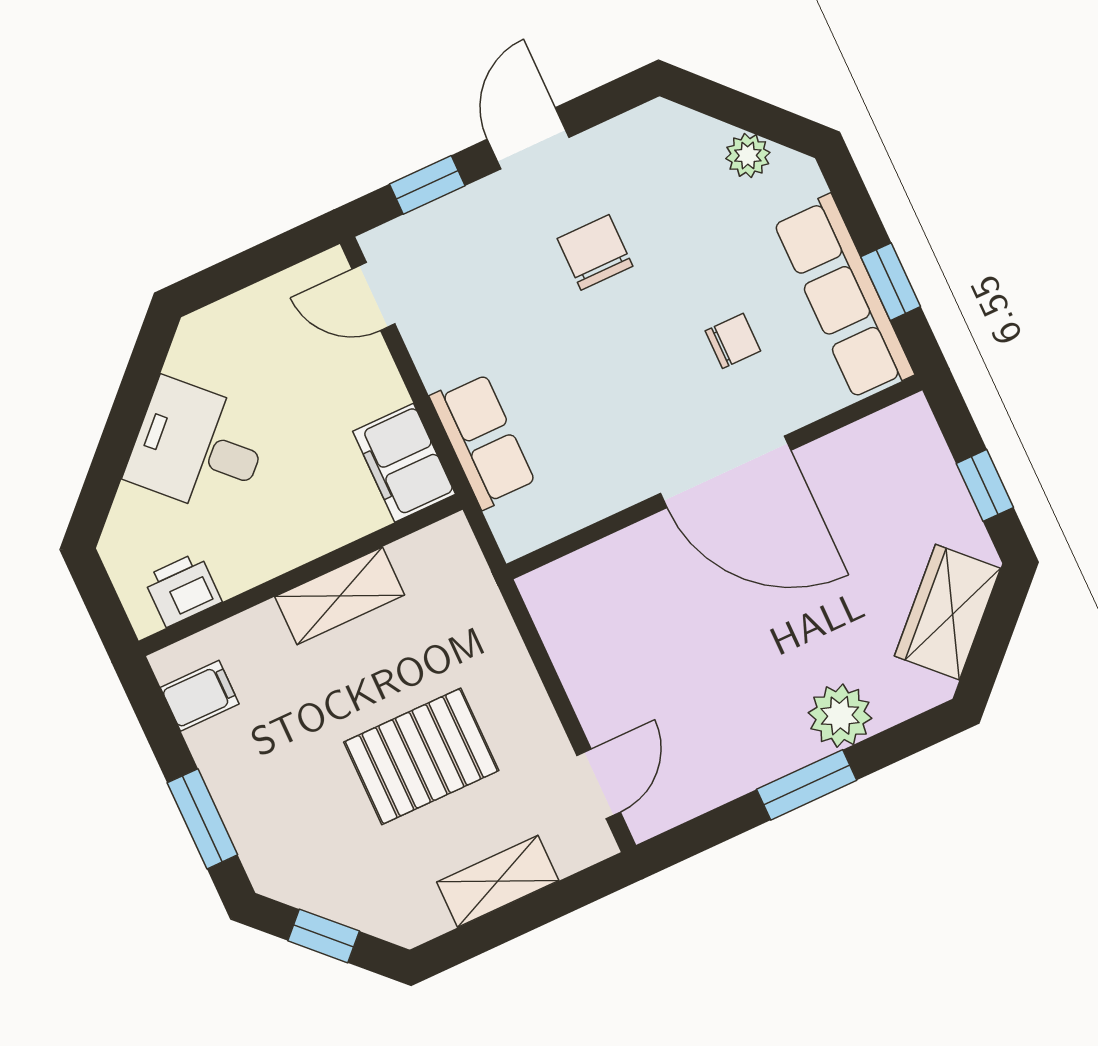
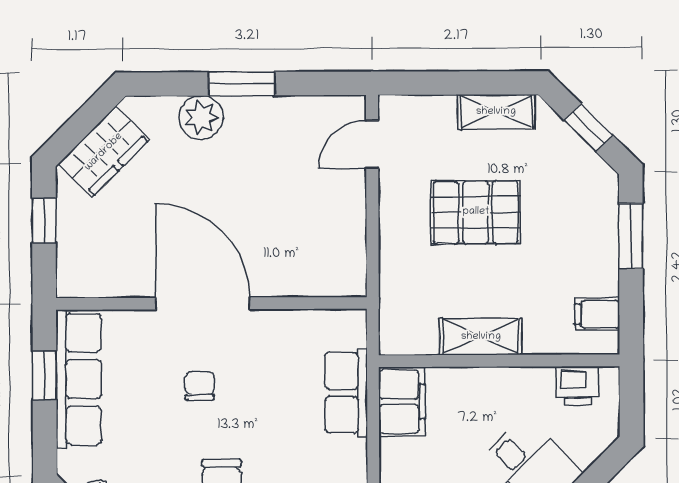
chair: (733, 341) -> (200, 386), moved, turned 90
shelving: (498, 881) -> (496, 112), moved

